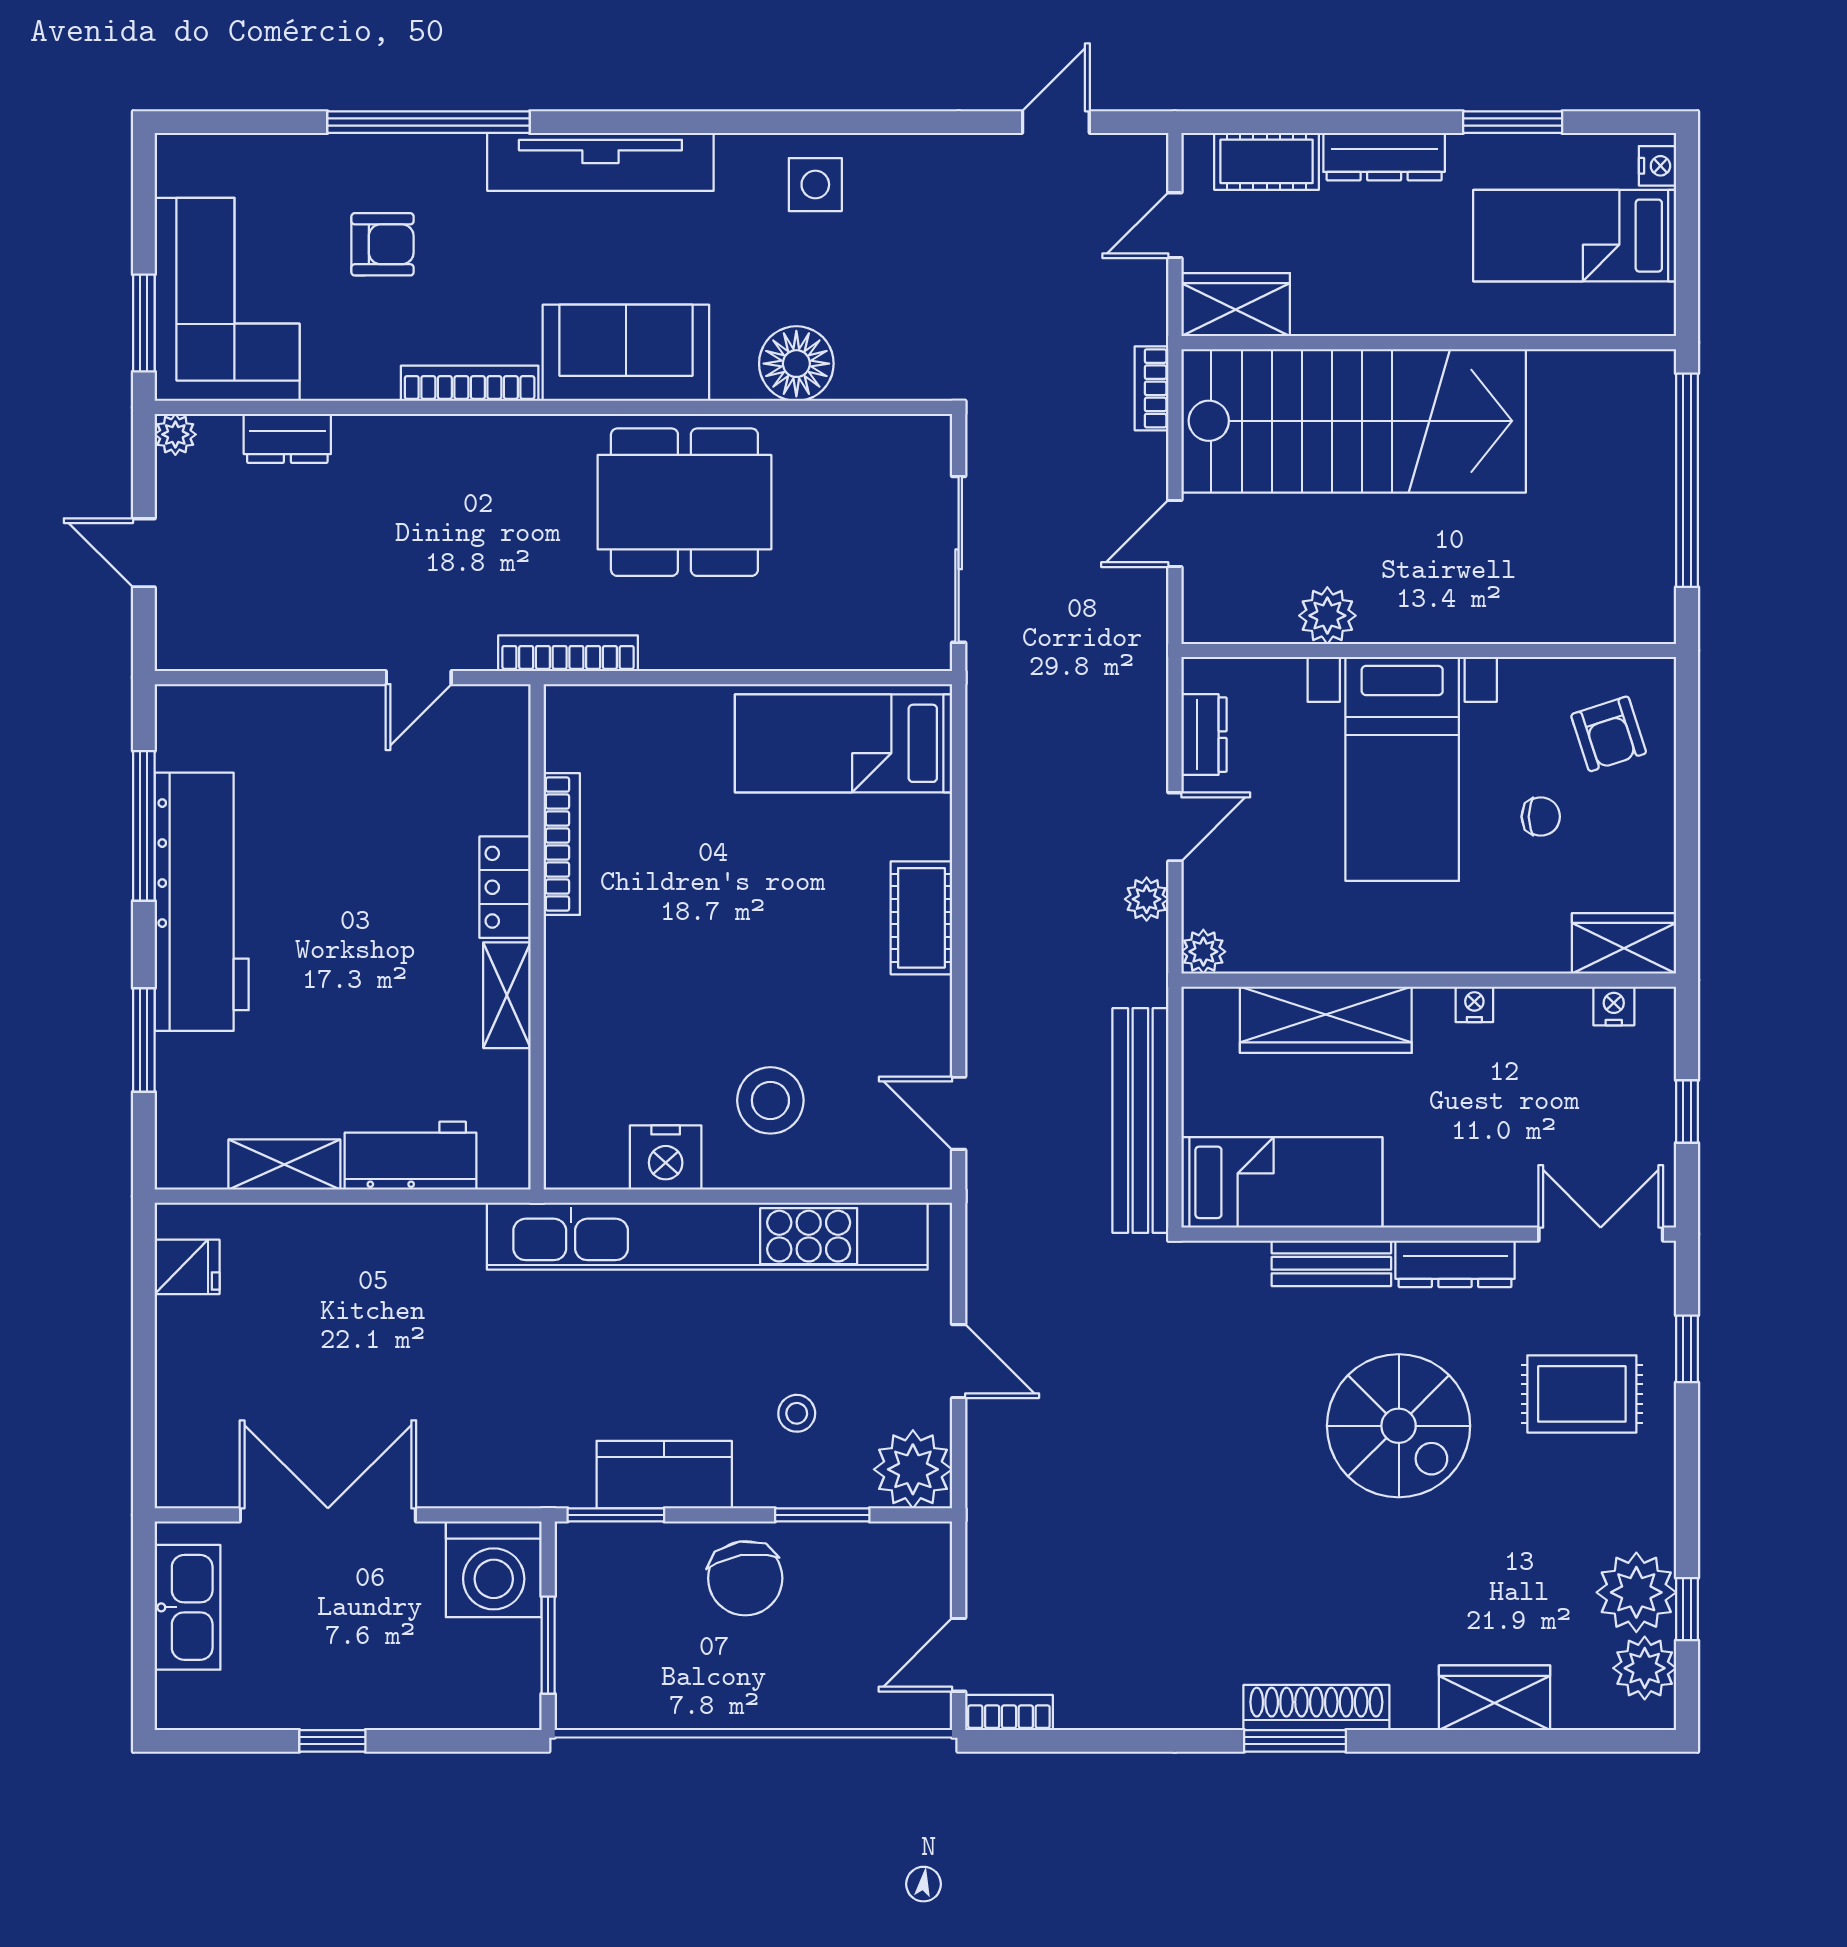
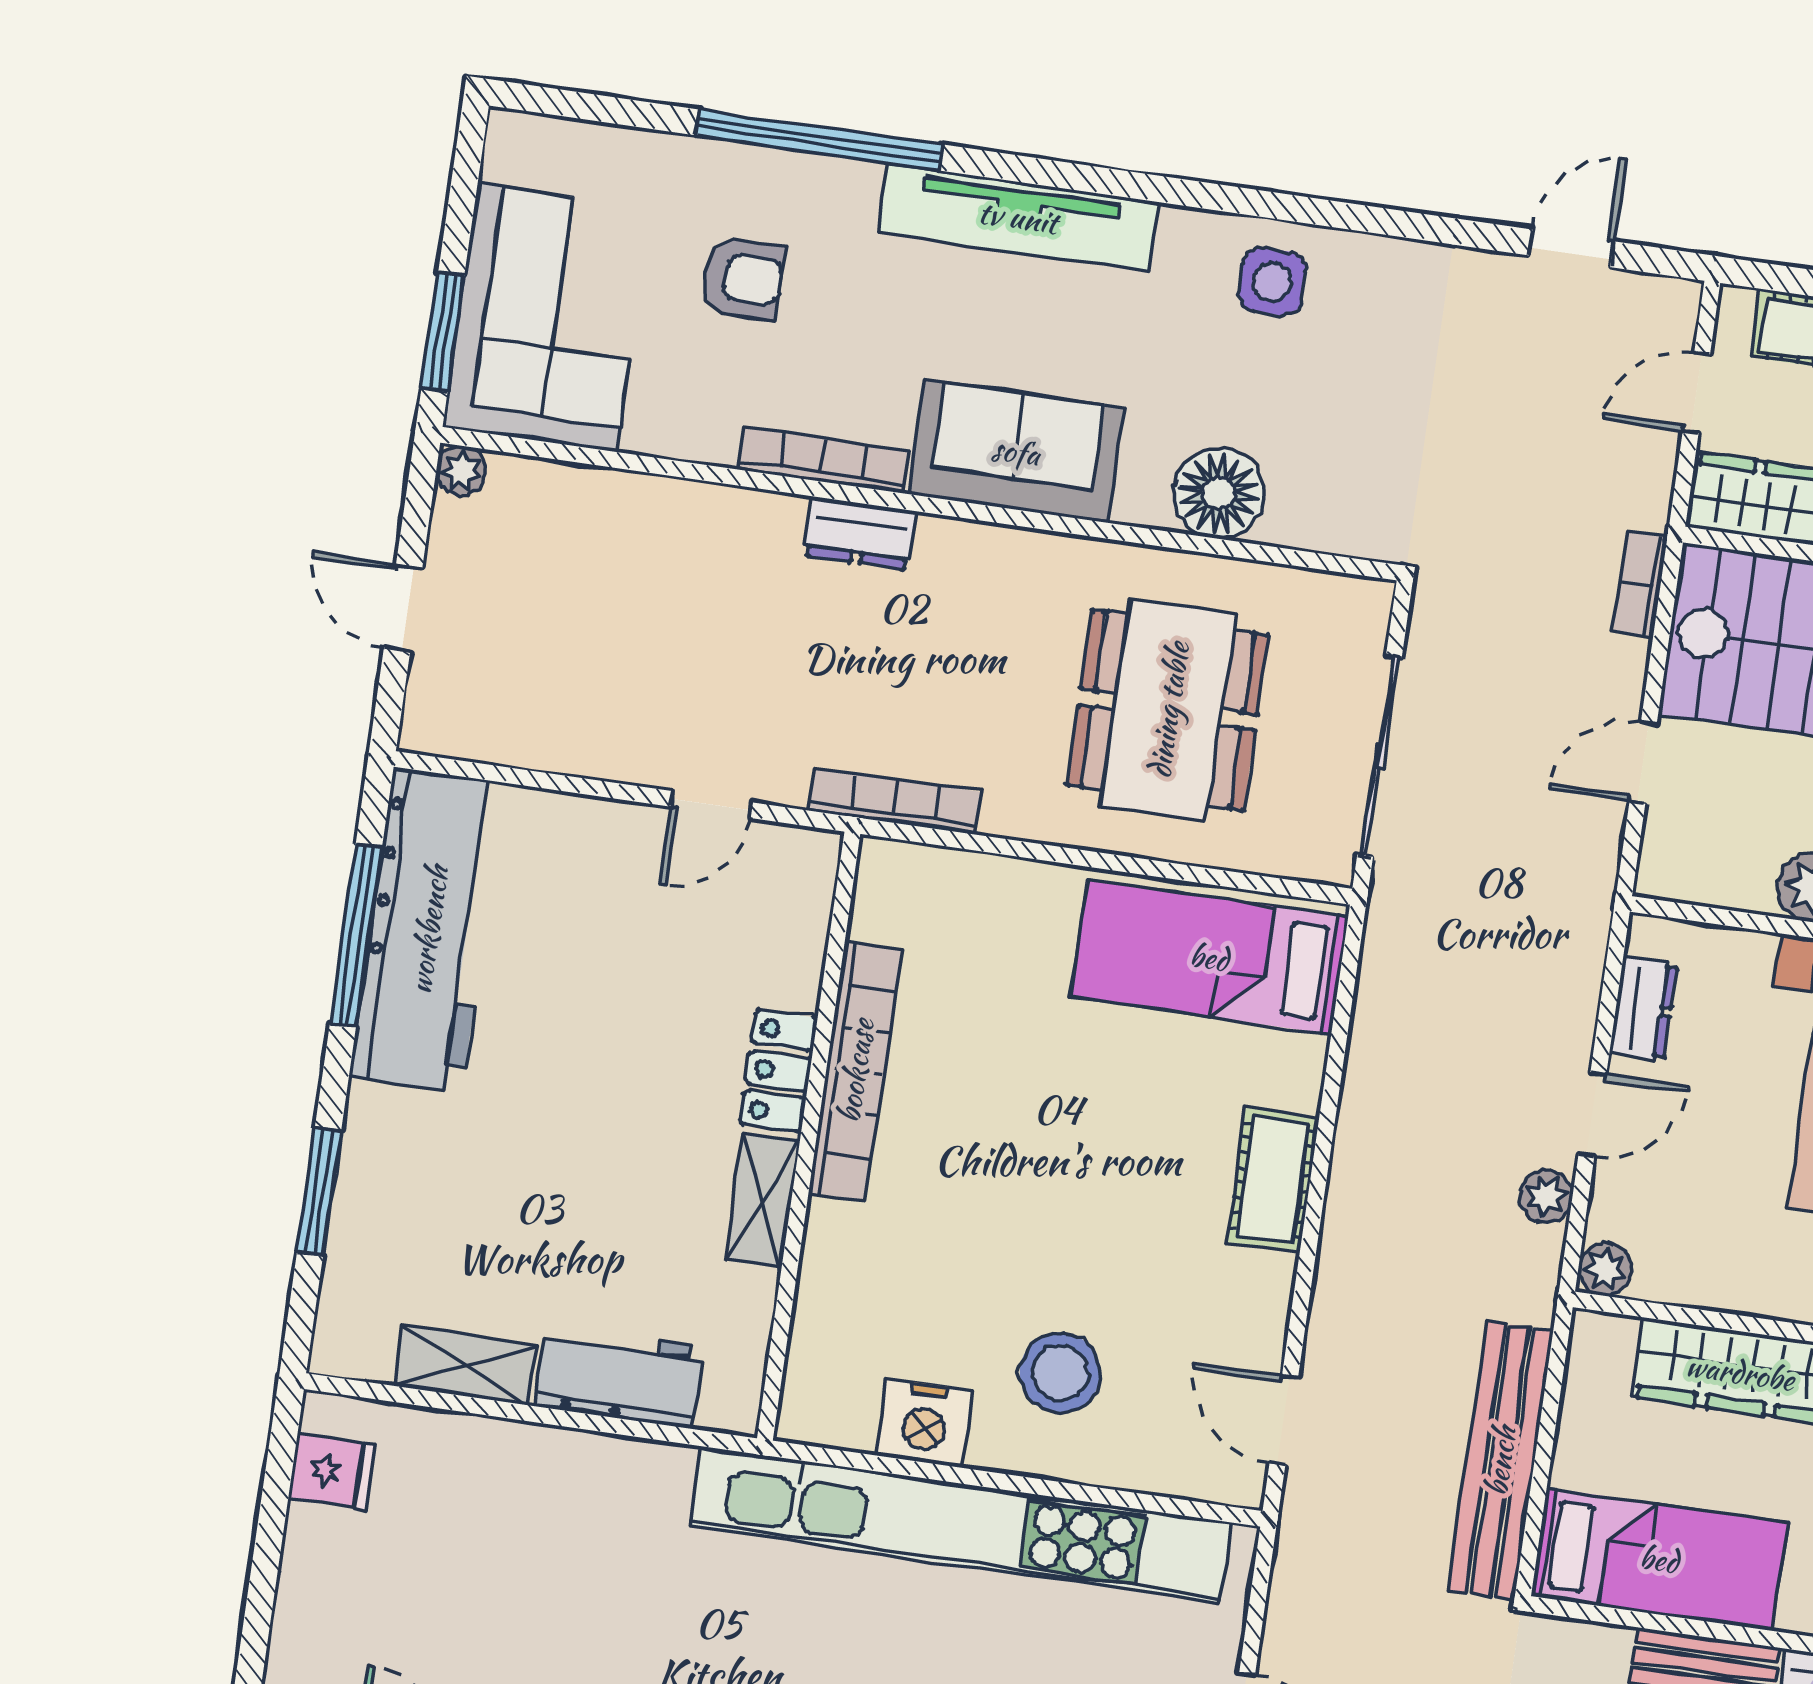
dresser: (287, 438) -> (860, 533), moved
dining table: (684, 502) -> (1168, 710), moved, turned 90
bookcase: (562, 844) -> (855, 1071), width x1.48, depth x1.31
workbench: (202, 902) -> (428, 930), moved

